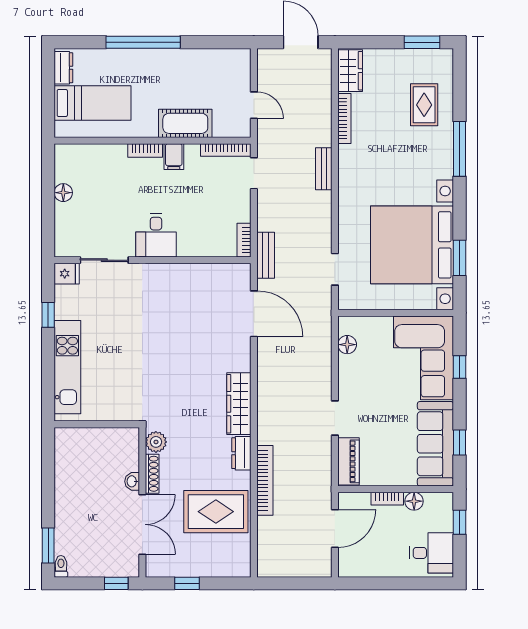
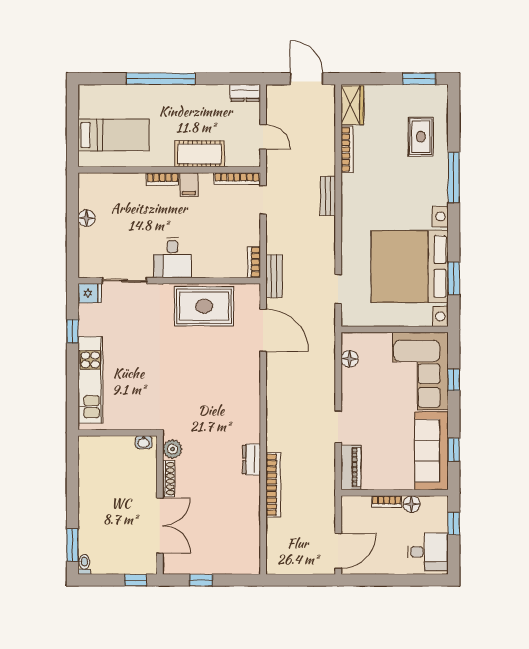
dresser: (63, 68) -> (245, 93), moved, turned 90
wardrobe: (239, 404) -> (249, 414), removed
washbasin: (132, 481) -> (144, 442), moved, turned -90
rug: (216, 512) -> (204, 306), moved
door: (335, 528) -> (338, 551), moved

